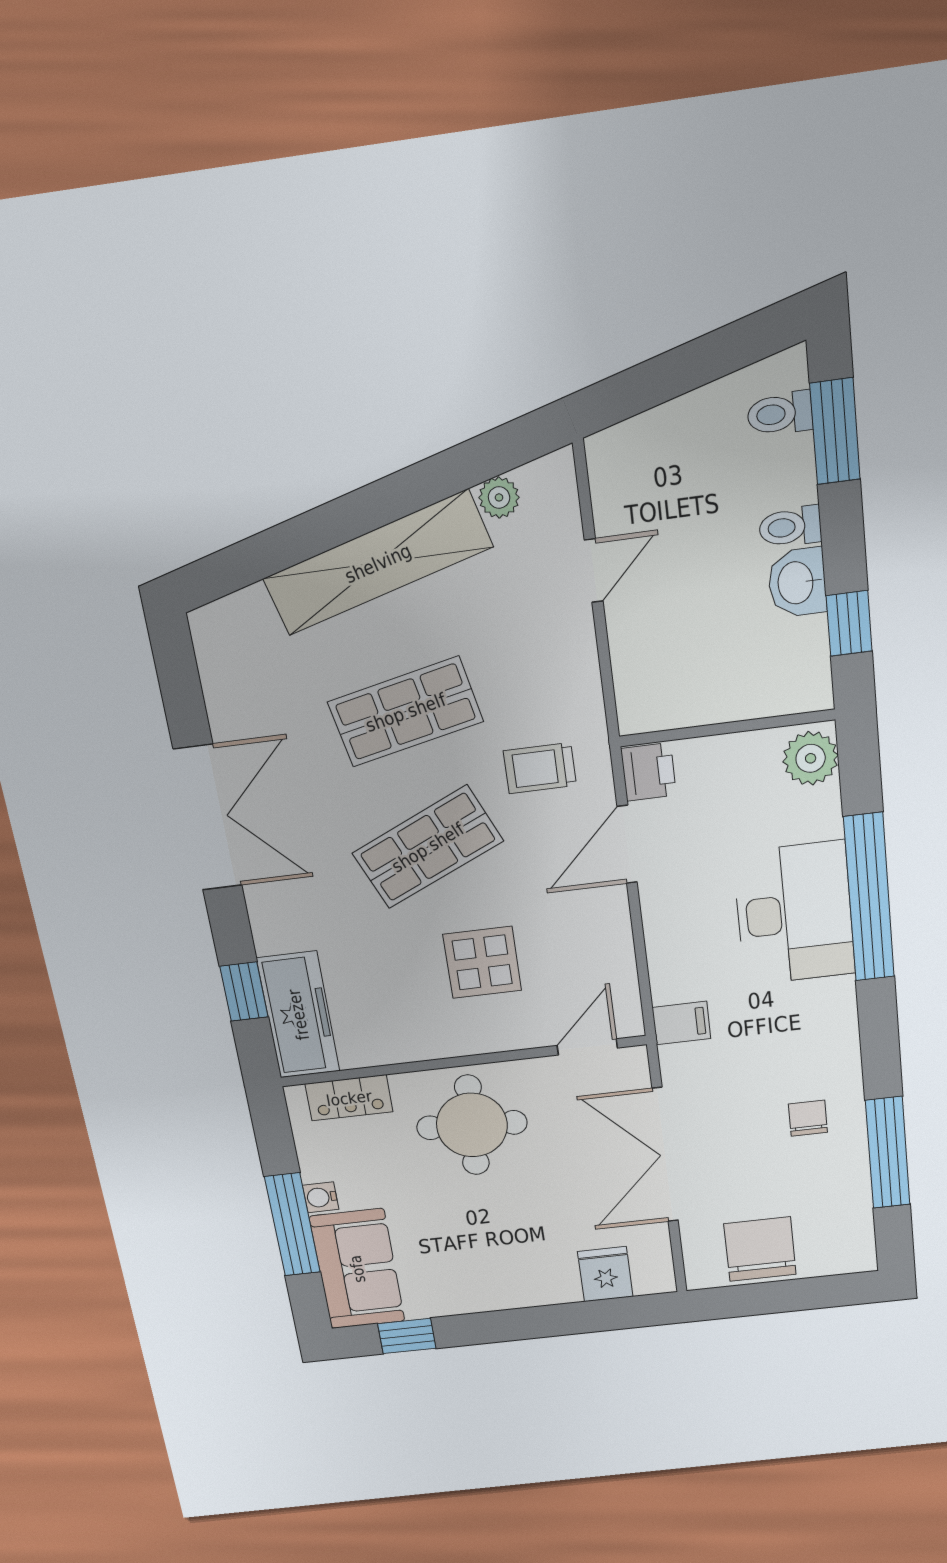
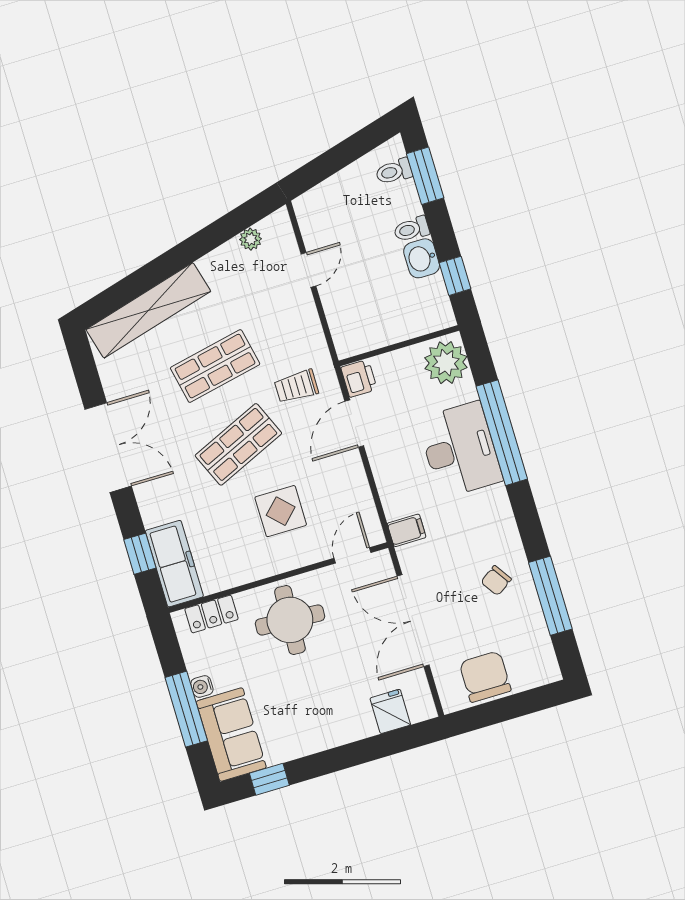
shelving: (378, 563) -> (148, 310), moved
plant: (811, 758) -> (446, 363), width x1.36, depth x1.36
chair: (808, 1118) -> (496, 581), turned -124

